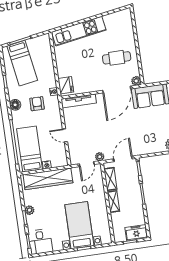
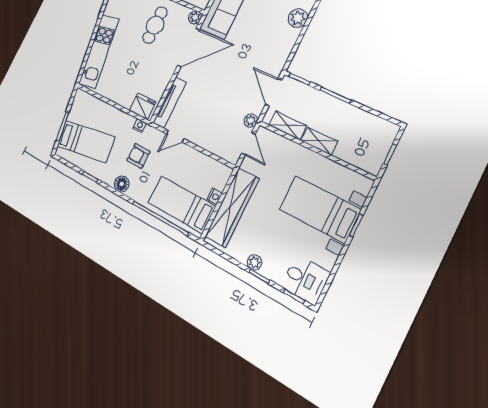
door: (117, 90) -> (189, 47), hinge flipped
door: (65, 135) -> (175, 136), moved
freezer: (136, 233) -> (383, 137), removed

